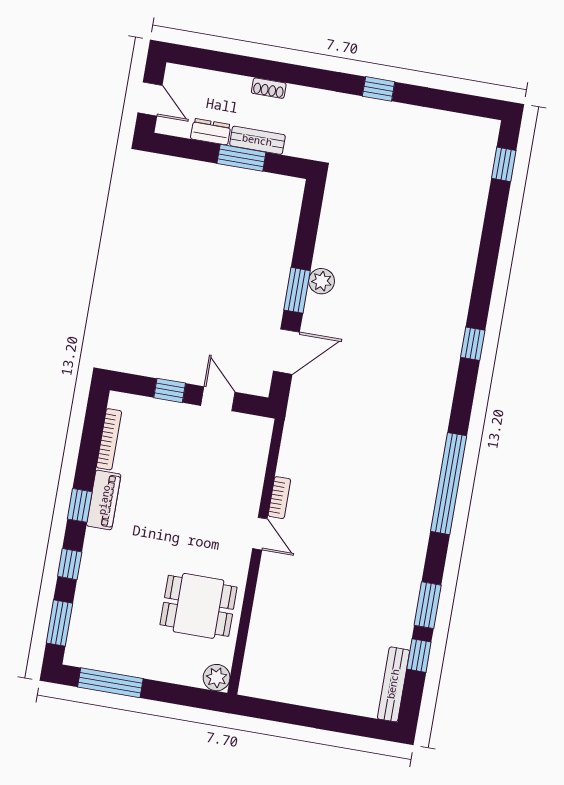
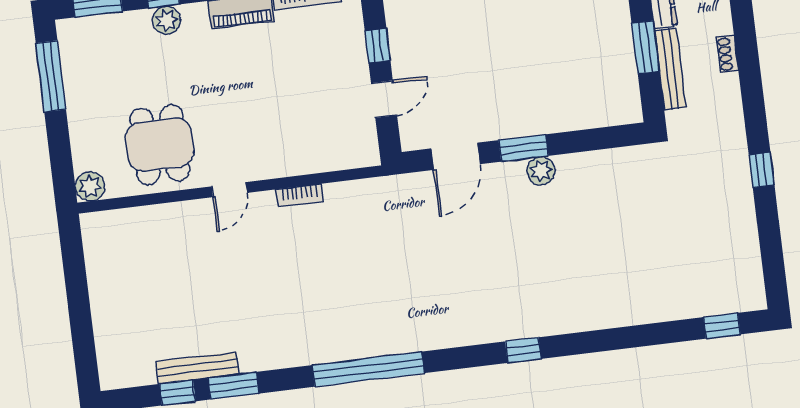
bench: (257, 140) -> (670, 69), width x1.36
door: (286, 352) -> (456, 156), hinge flipped
door: (260, 534) -> (229, 190), moved
plant: (92, 567) -> (166, 20), added
bench: (393, 684) -> (198, 368), moved

